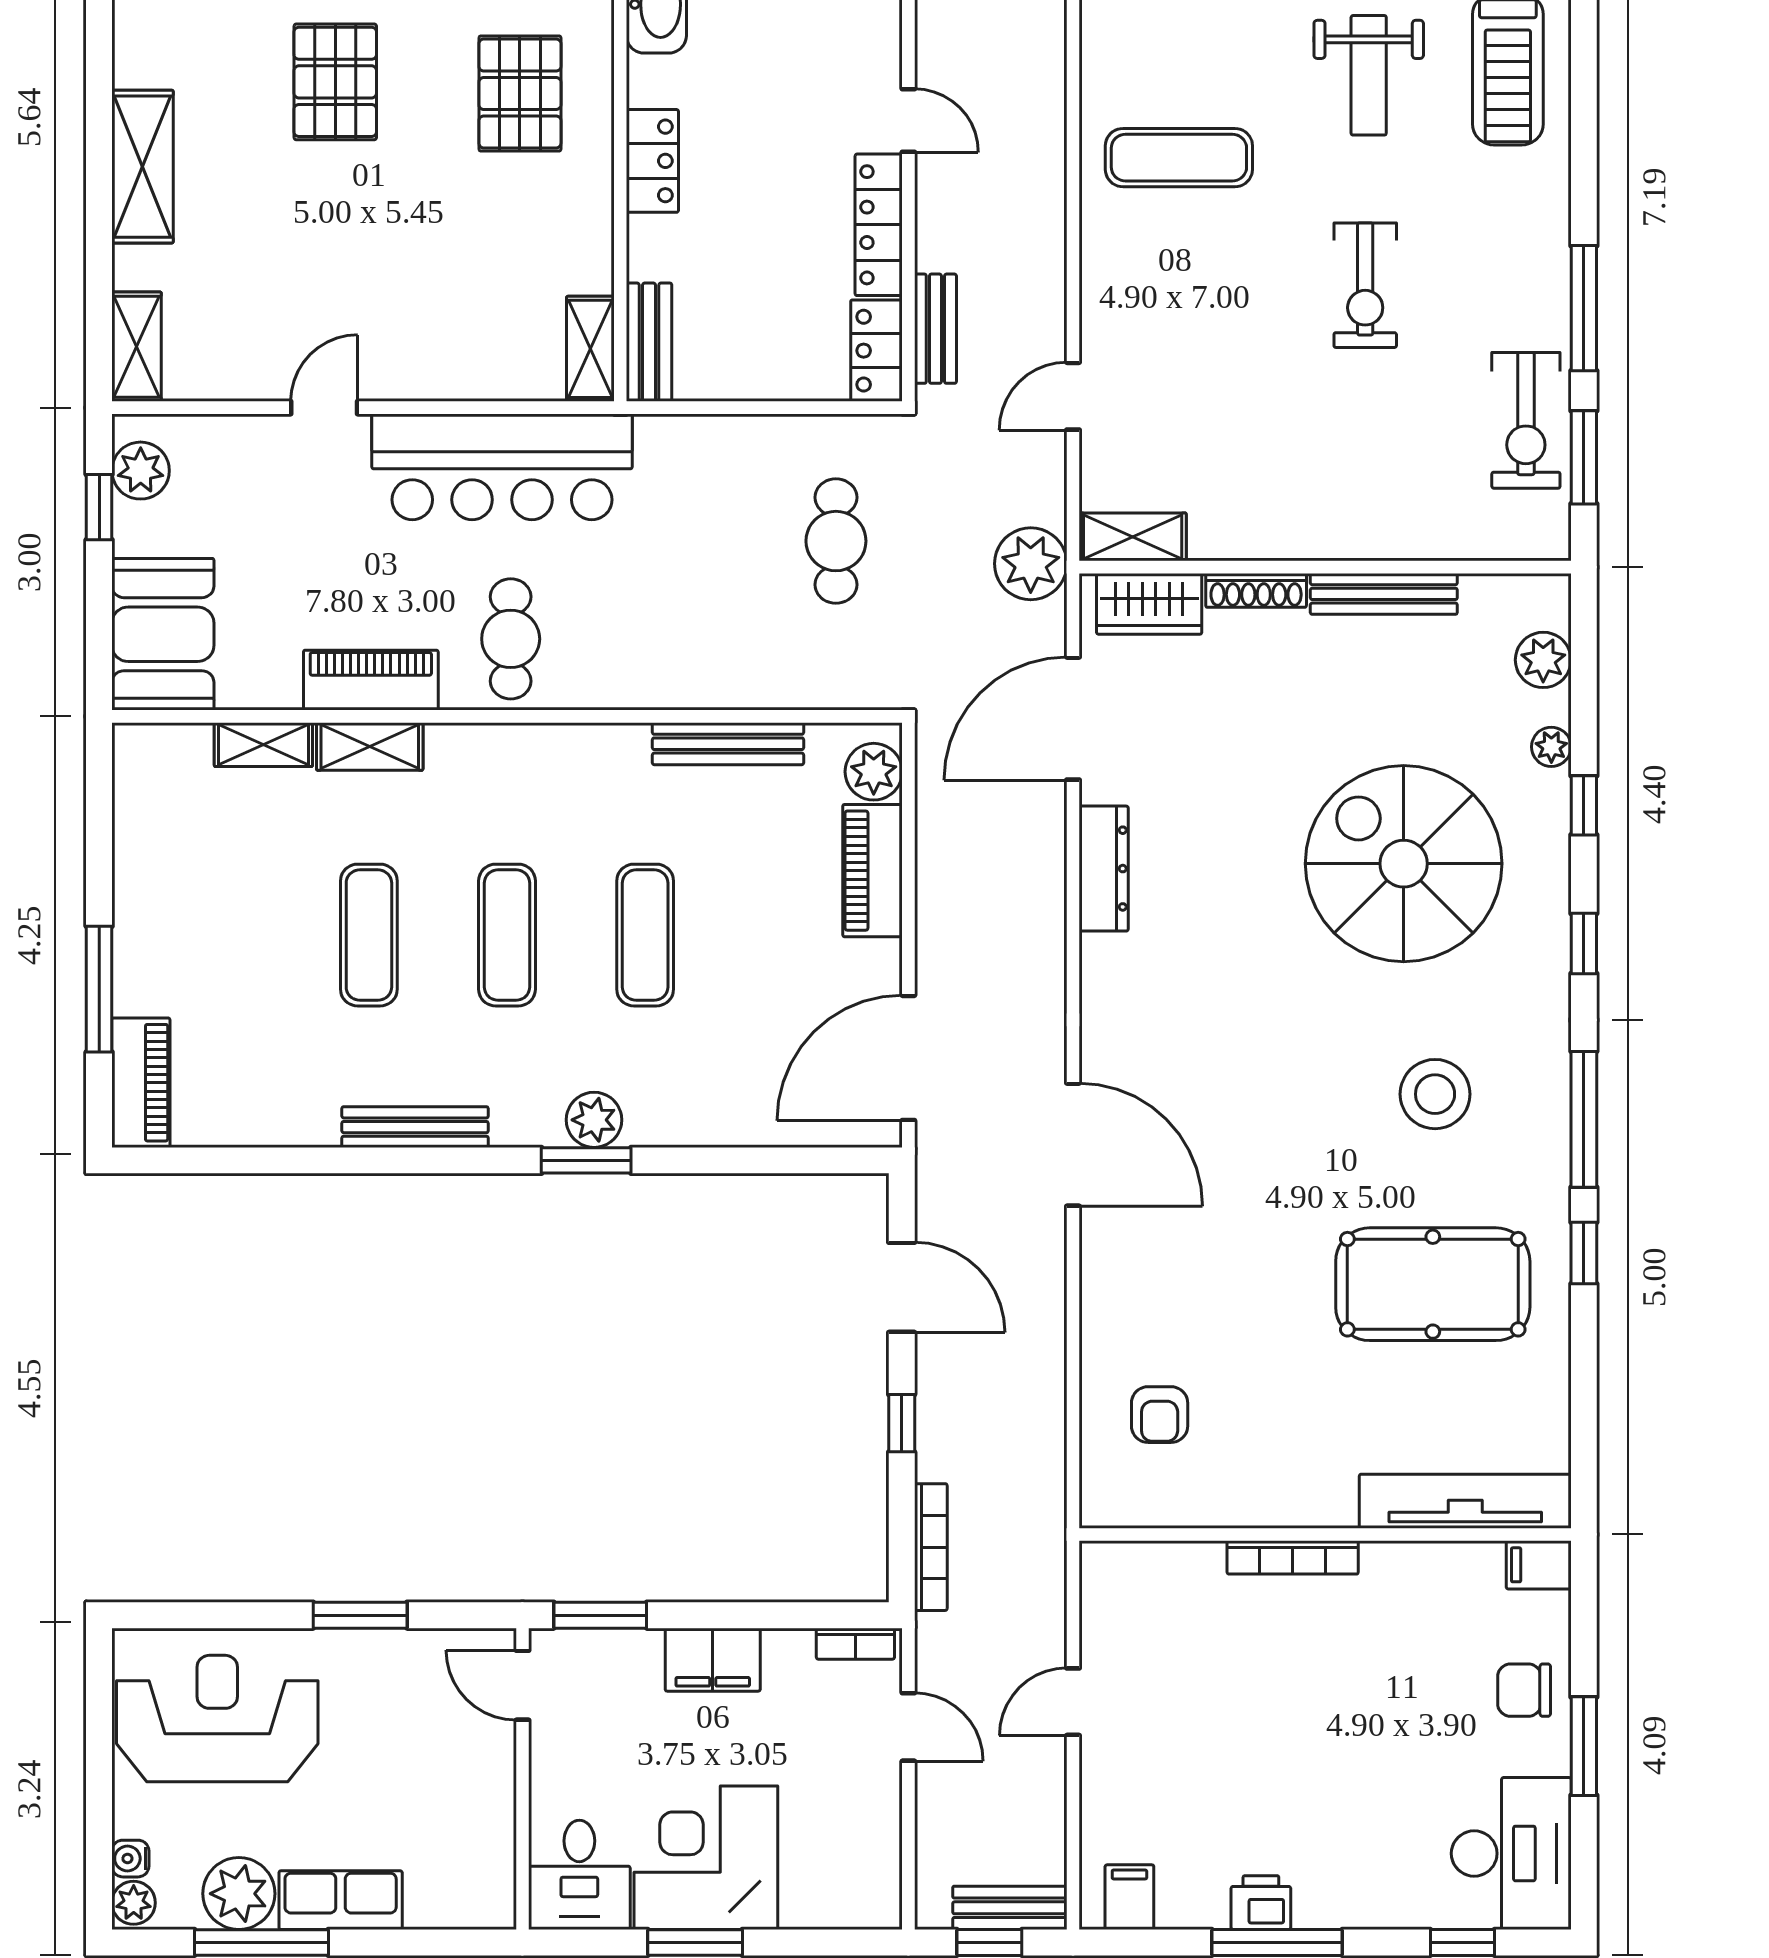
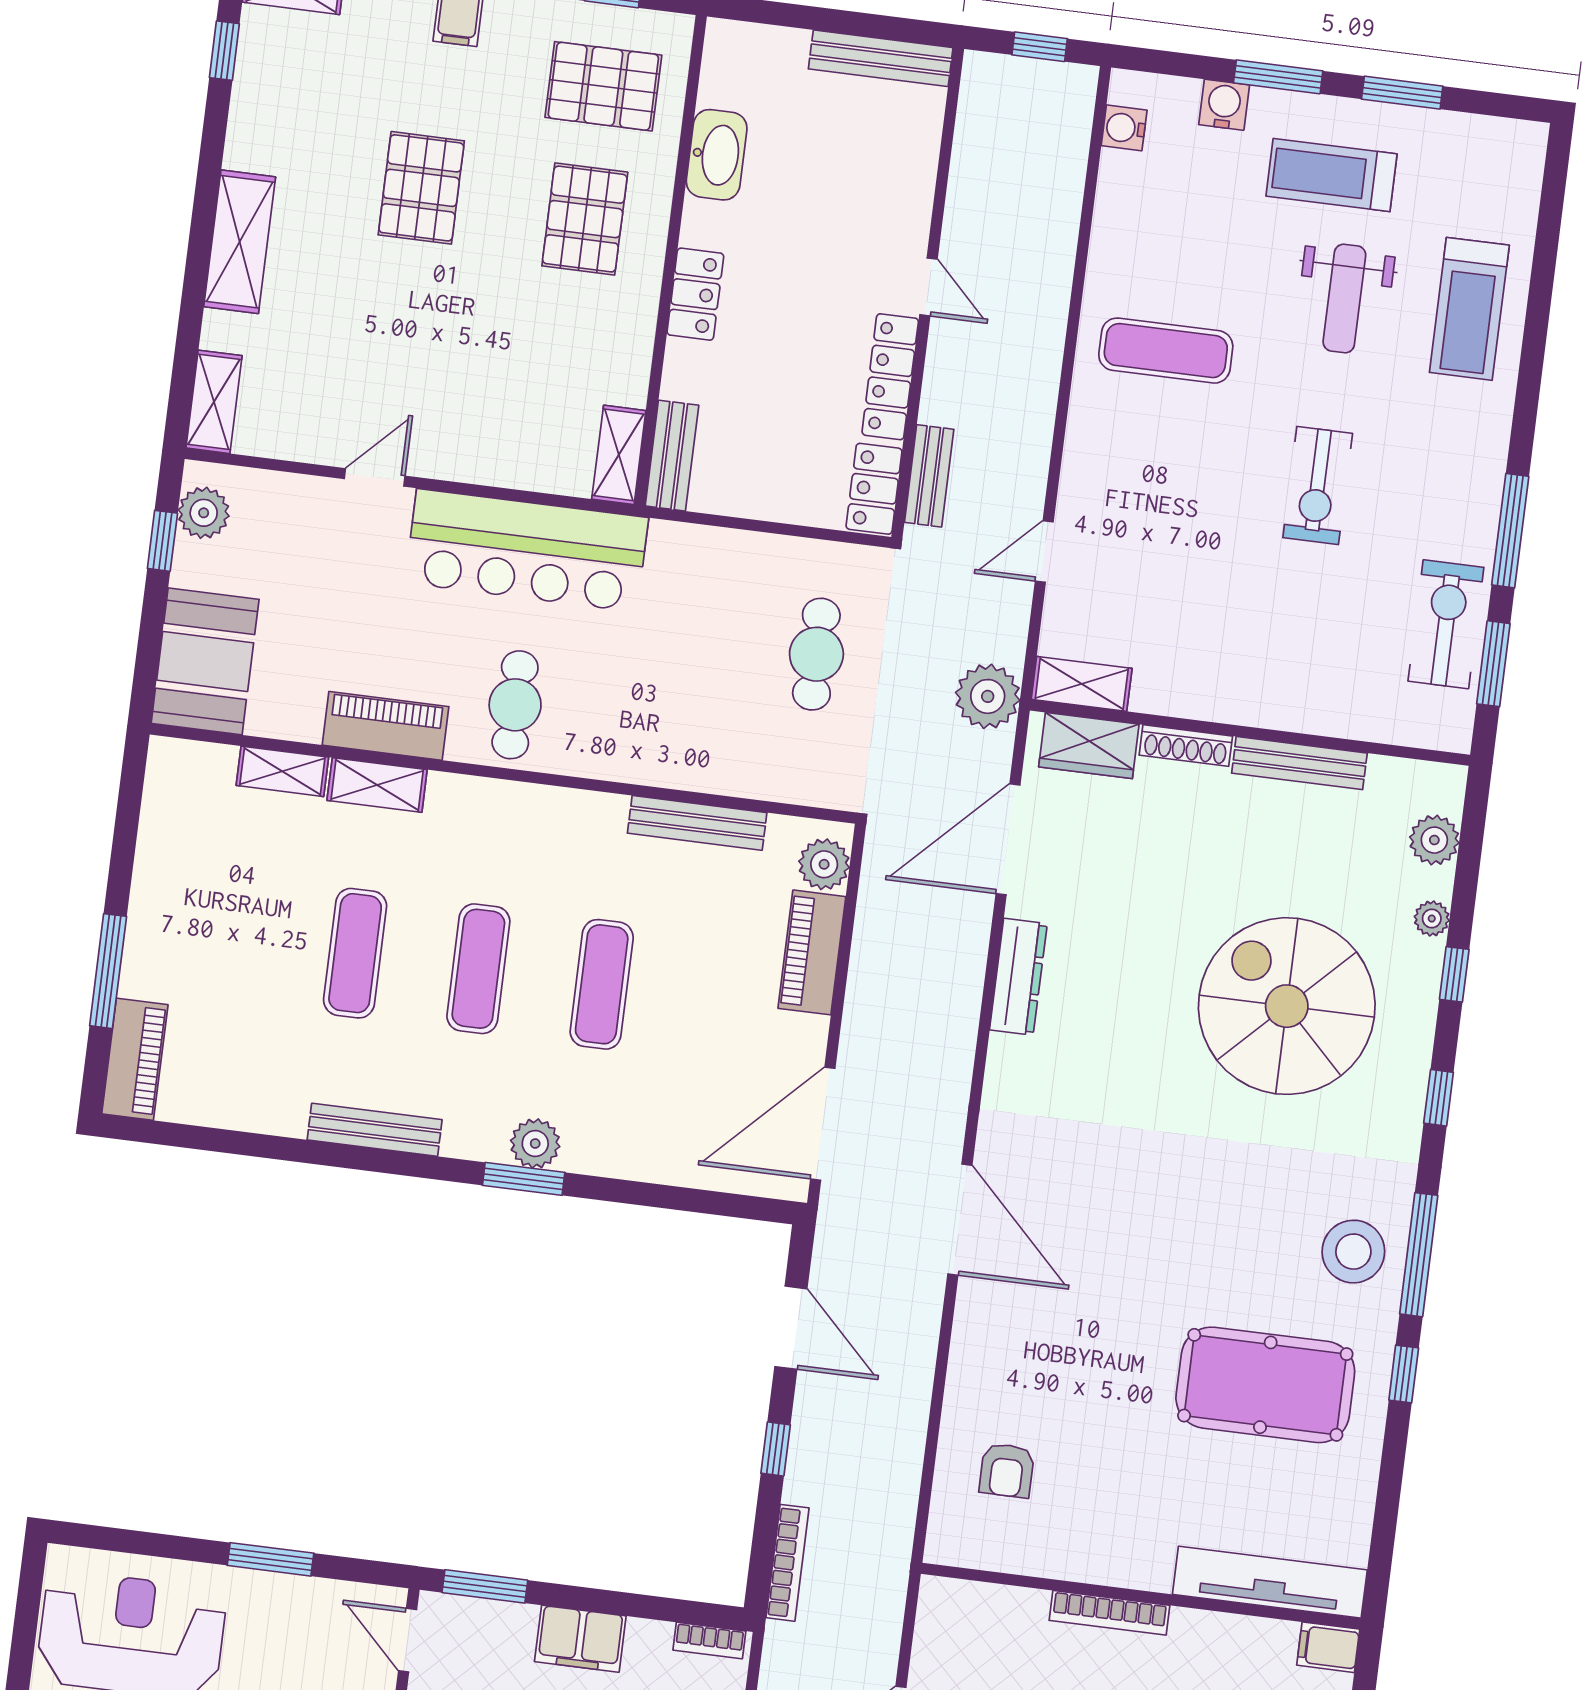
exercise bike: (1526, 420) -> (1446, 624), turned 180
stool: (1435, 1094) -> (1353, 1252), moved

